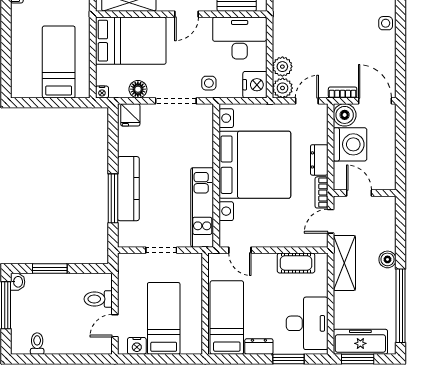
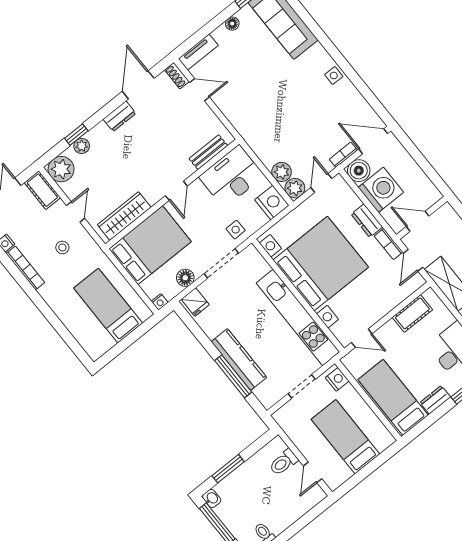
kitchen unit: (202, 207) -> (298, 317), width x1.36
nightstand: (137, 346) -> (337, 379), moved, turned -90

